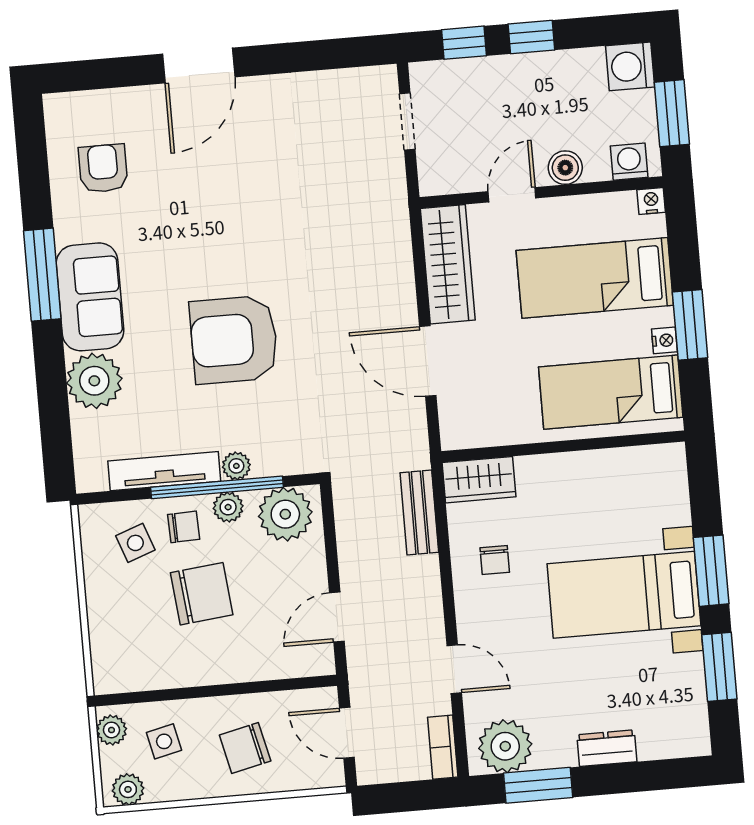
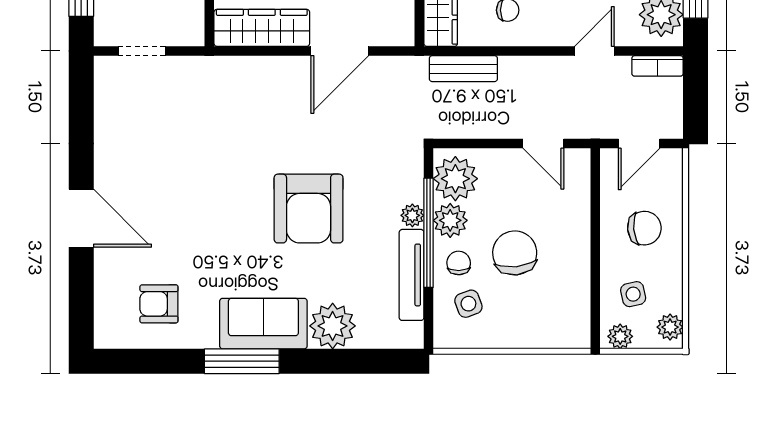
plant: (228, 507) -> (450, 220), width x1.38, depth x1.38
chair: (245, 748) -> (644, 228), turned -82

